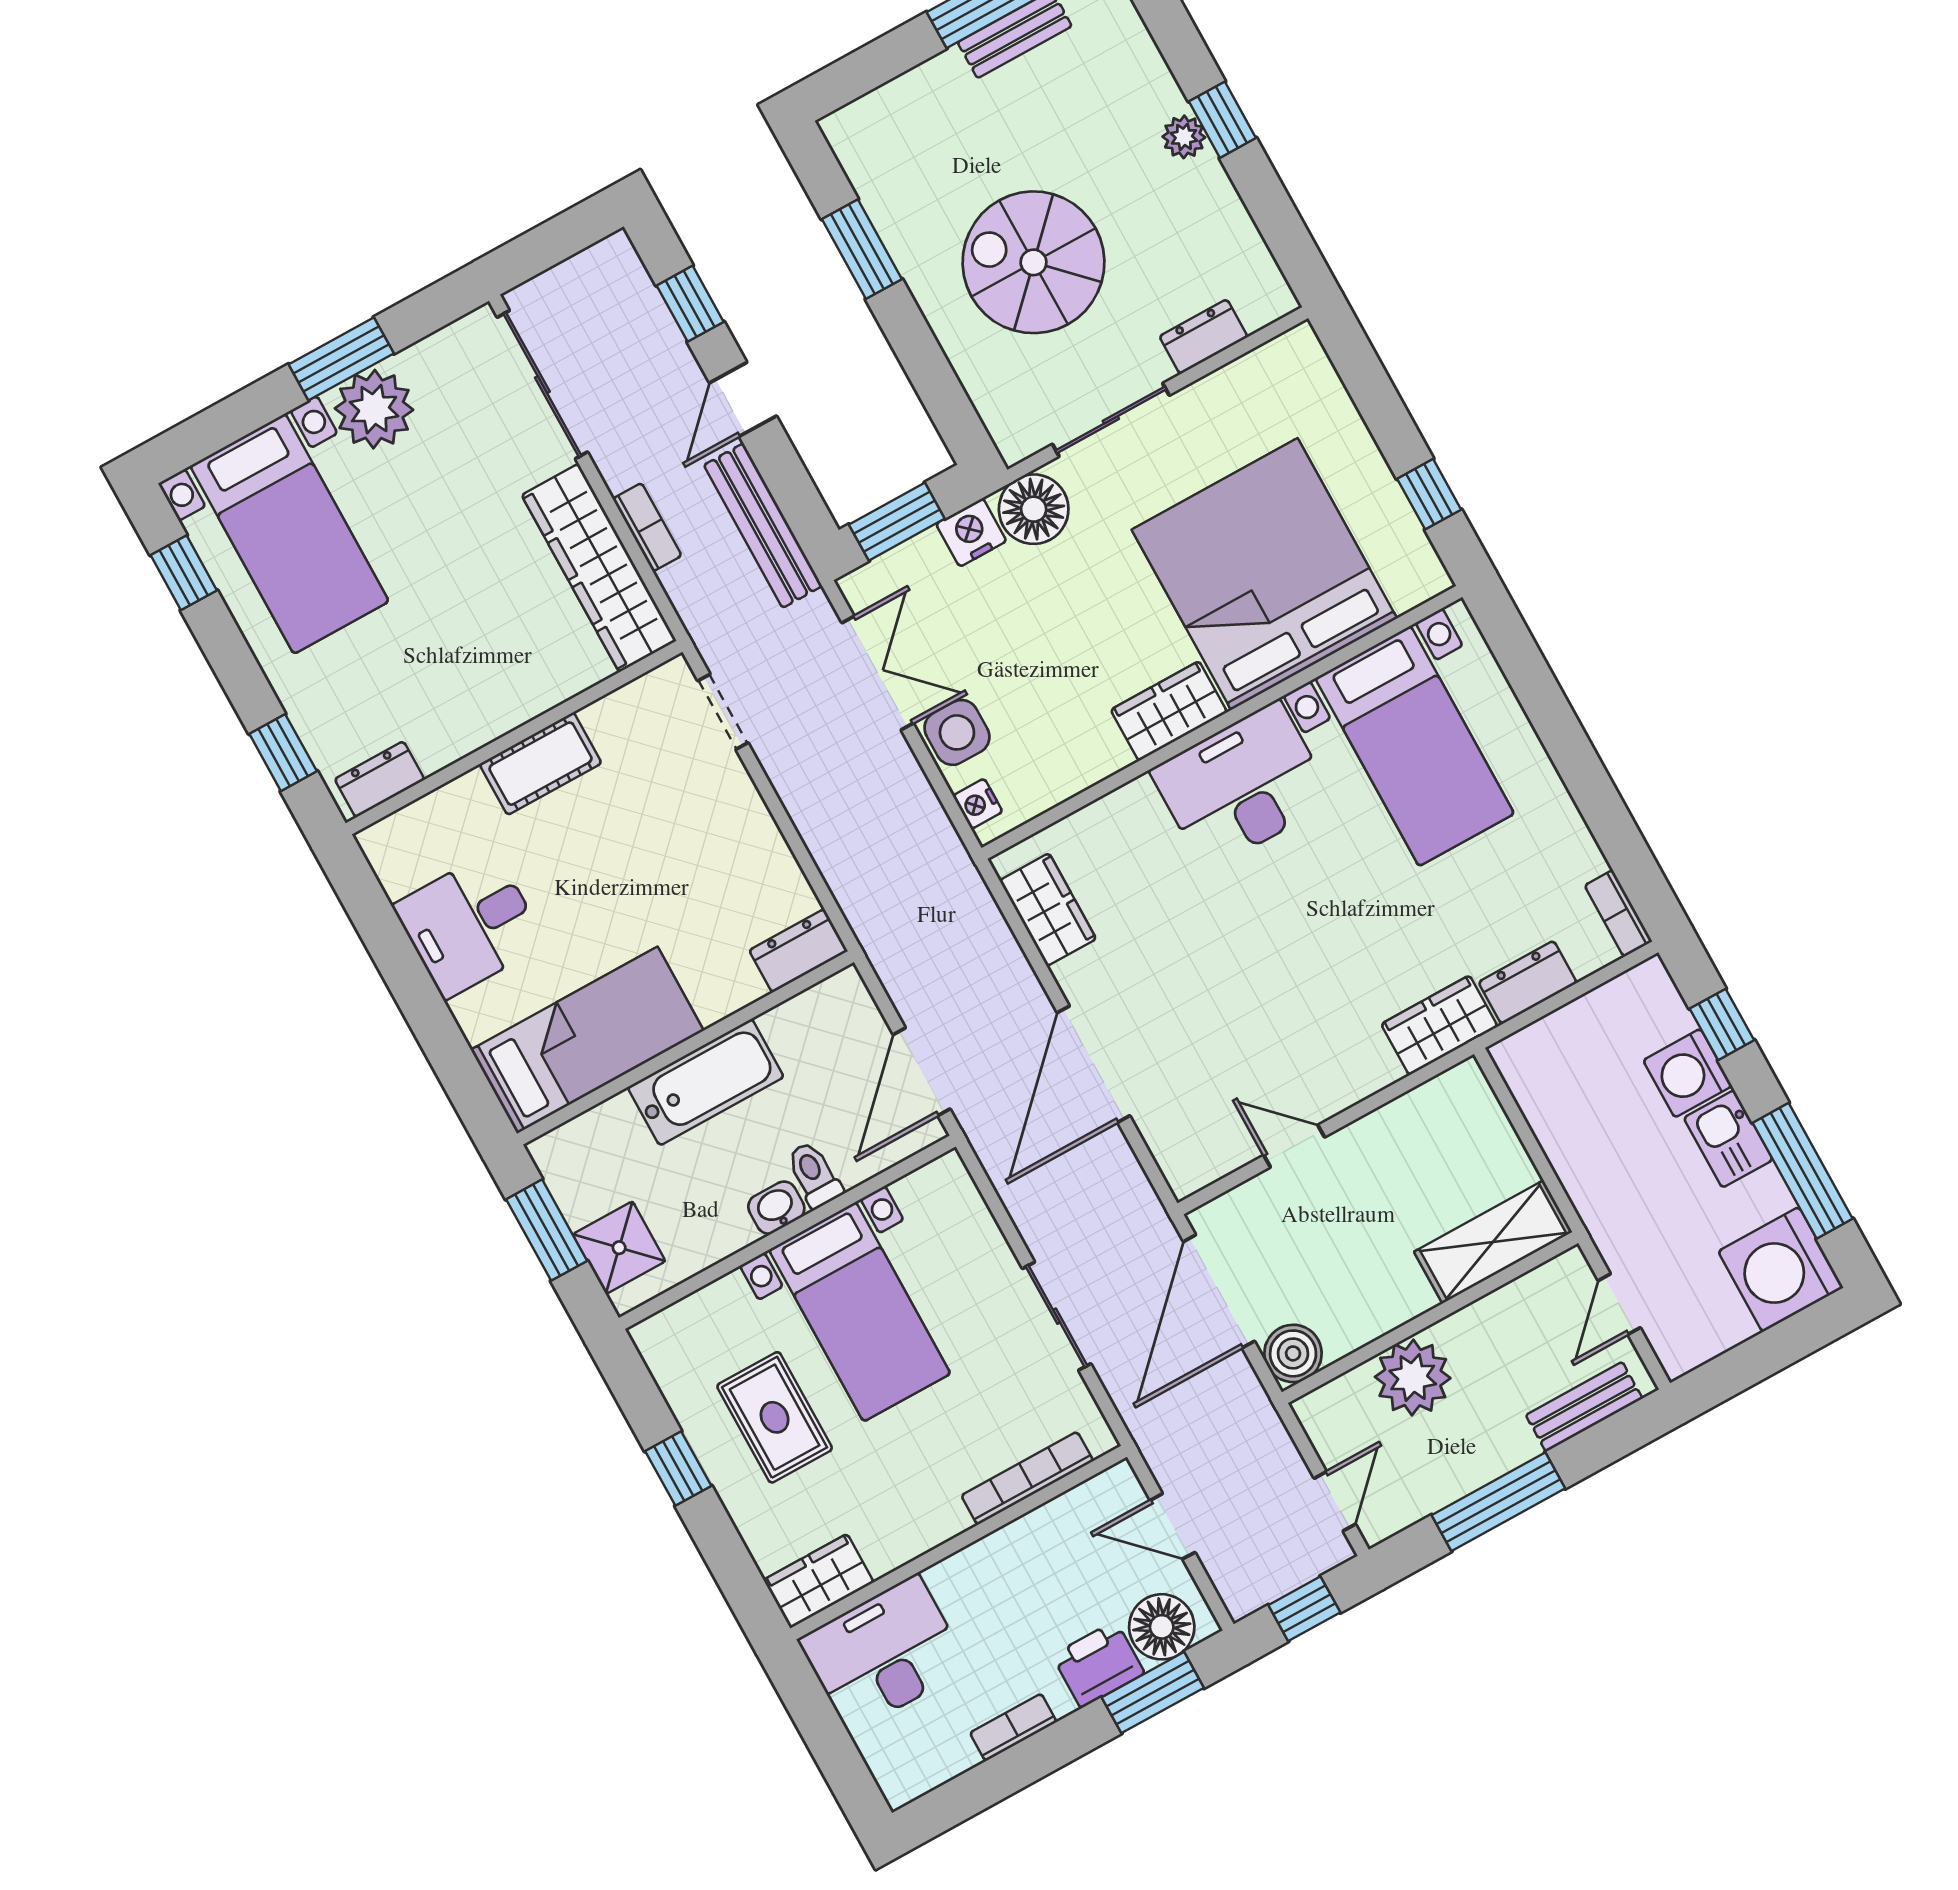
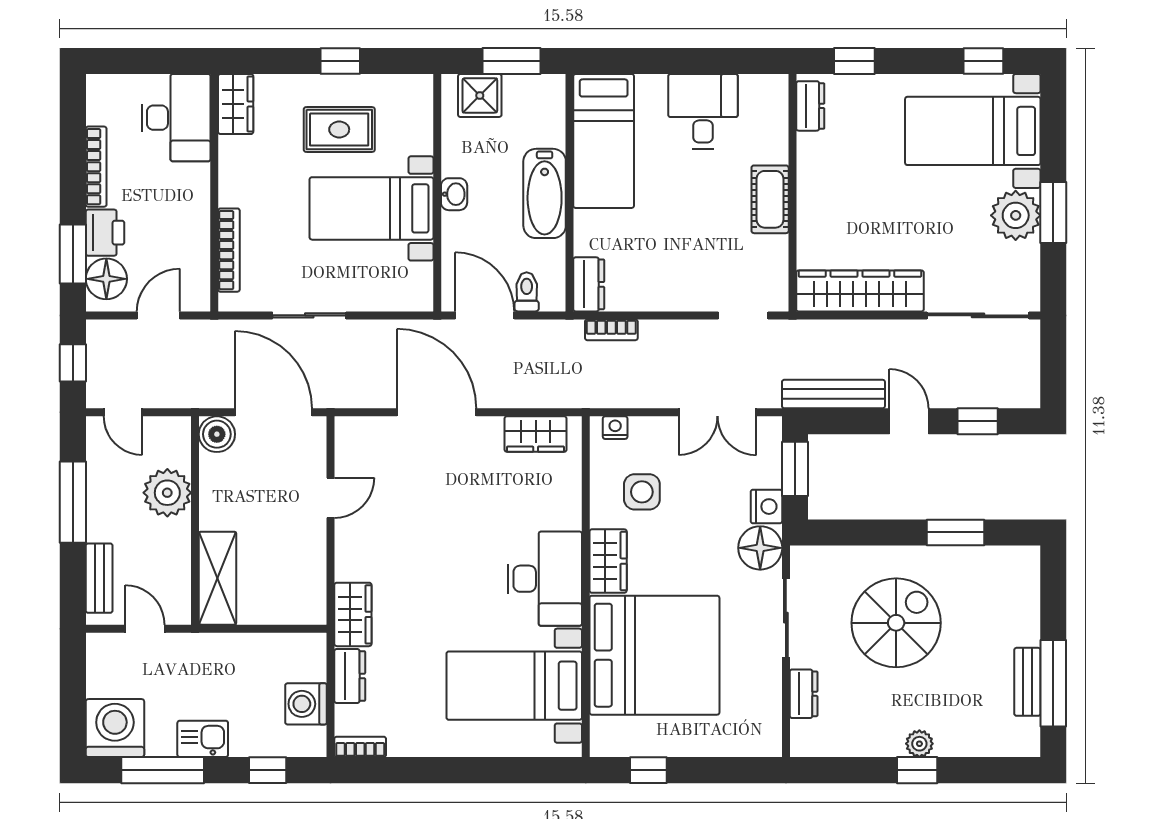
bookcase: (647, 527) -> (611, 330), moved
side table: (957, 732) -> (642, 492), moved
washing machine: (1688, 1073) -> (306, 704), moved, turned -90
toilet: (814, 1175) -> (527, 292), moved, turned -90
bookcase: (1013, 1727) -> (96, 167), width x1.56

